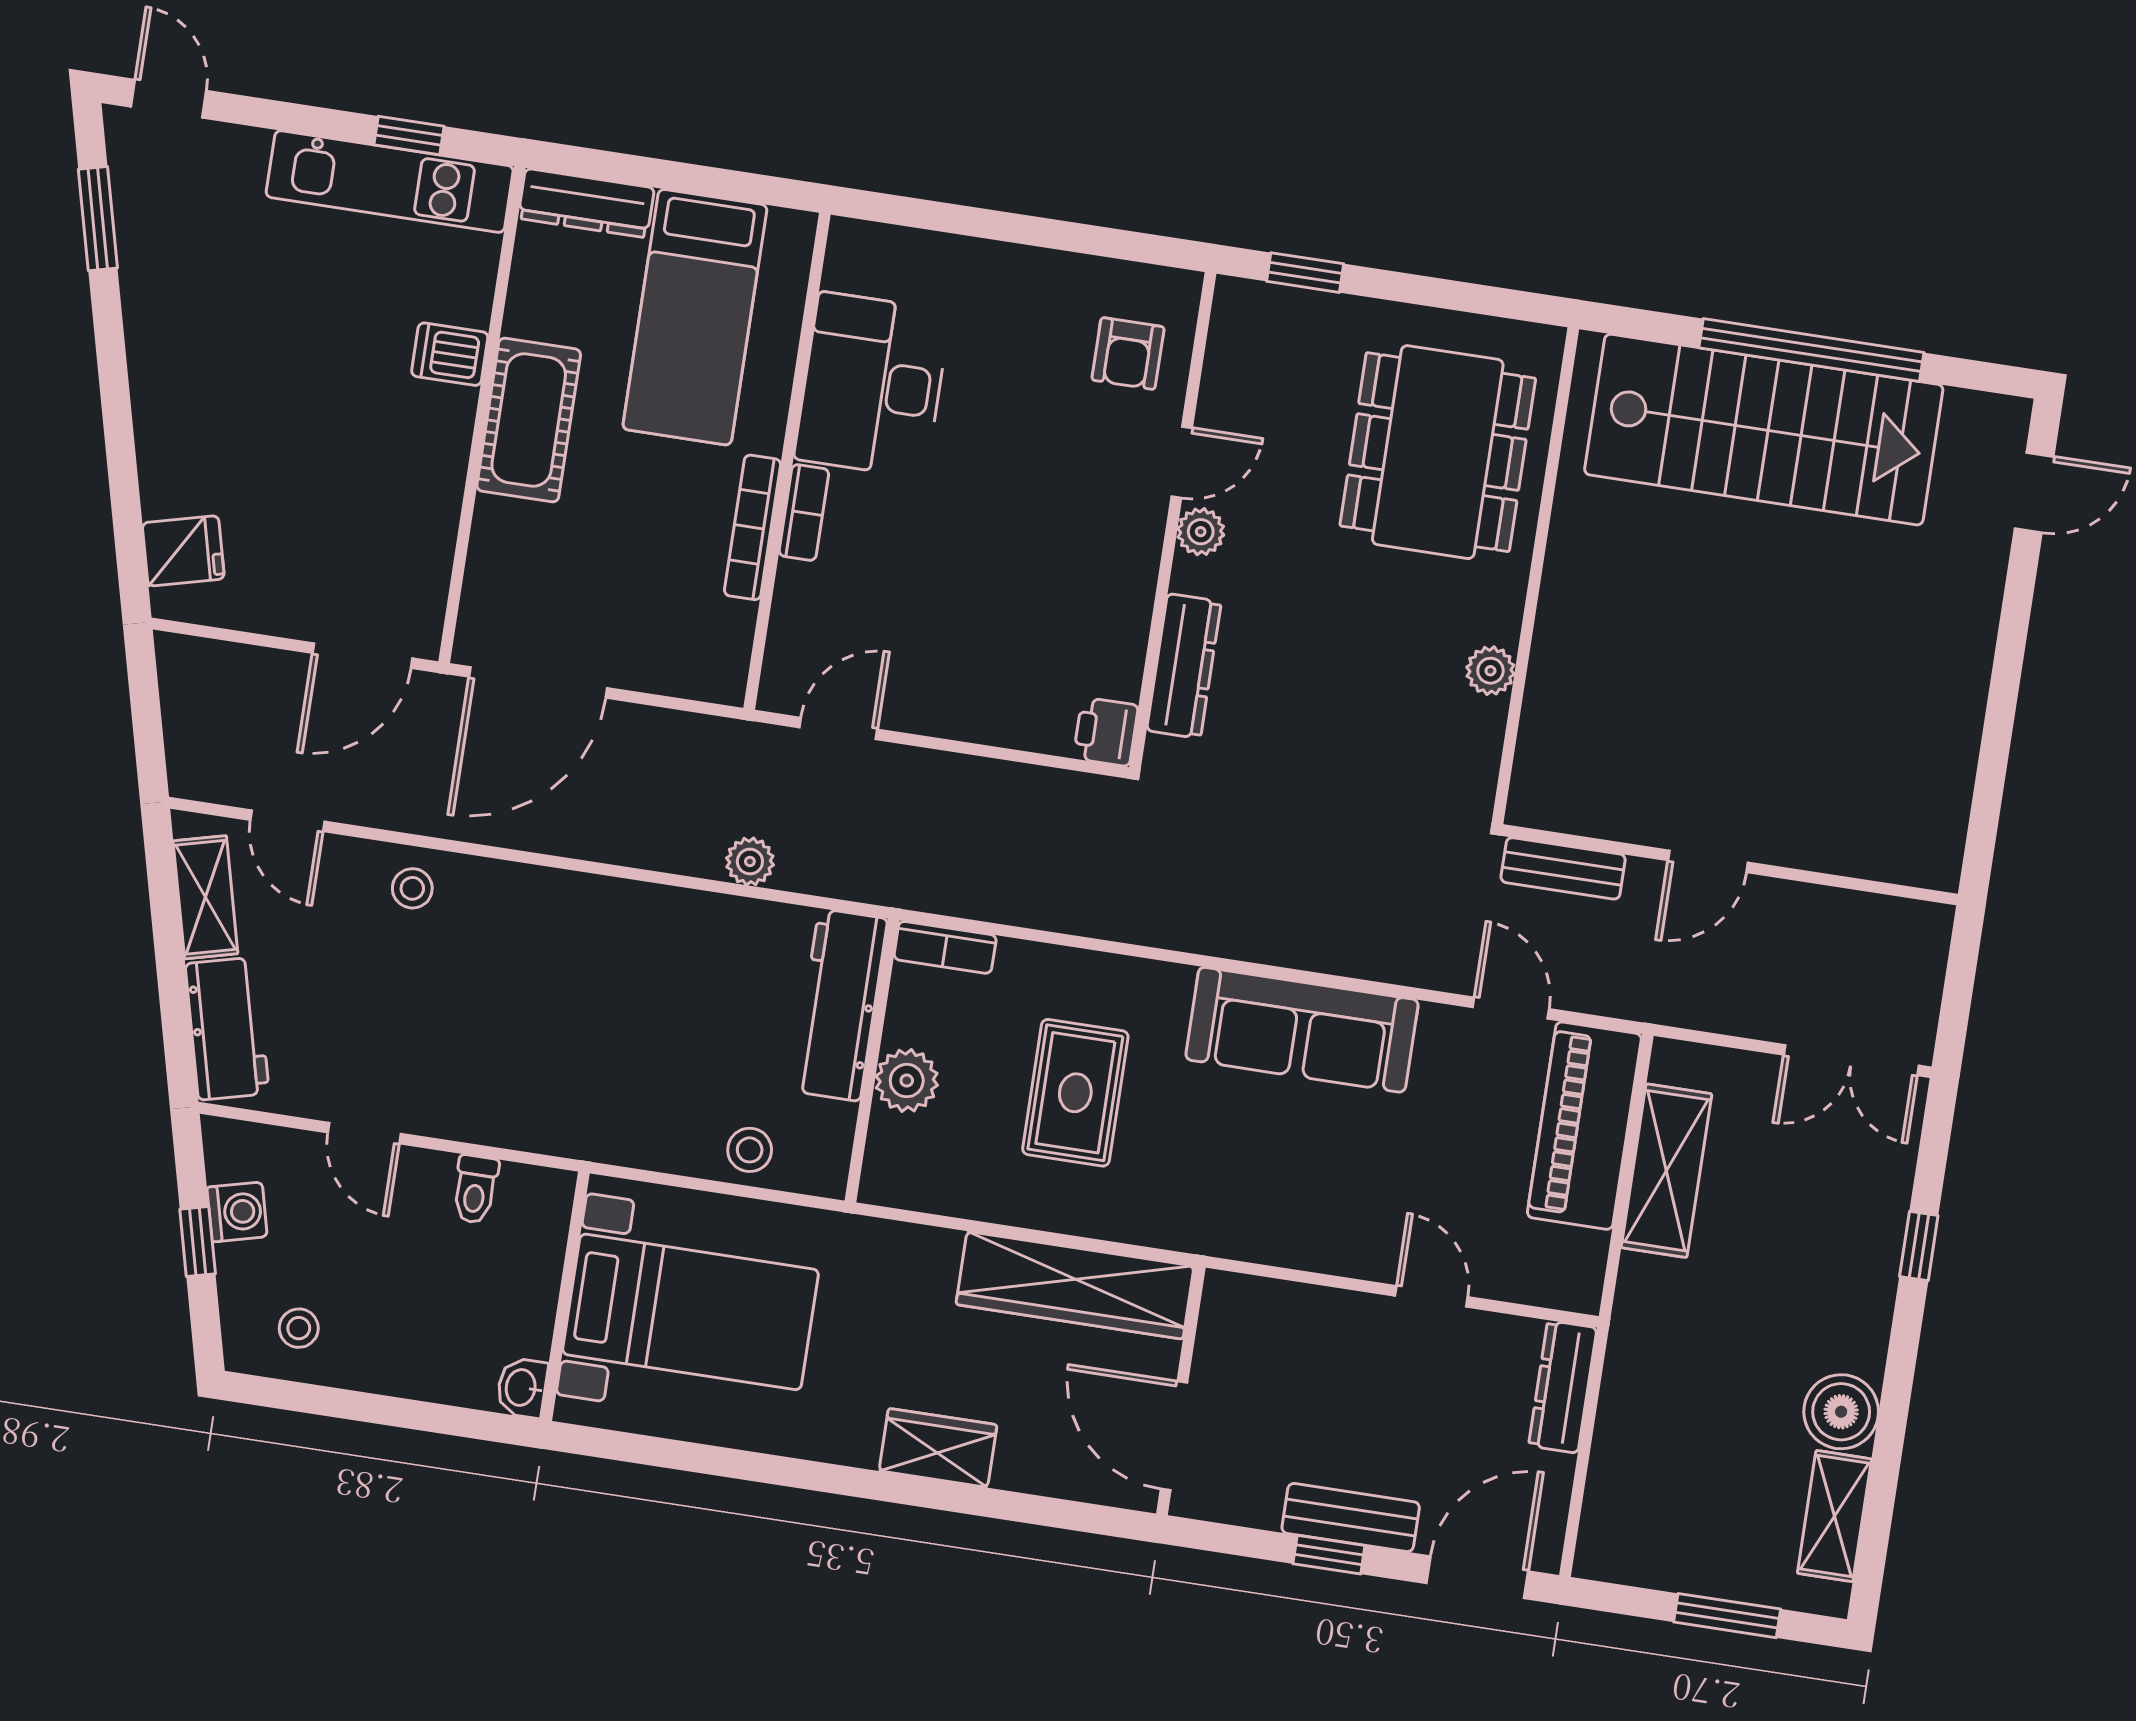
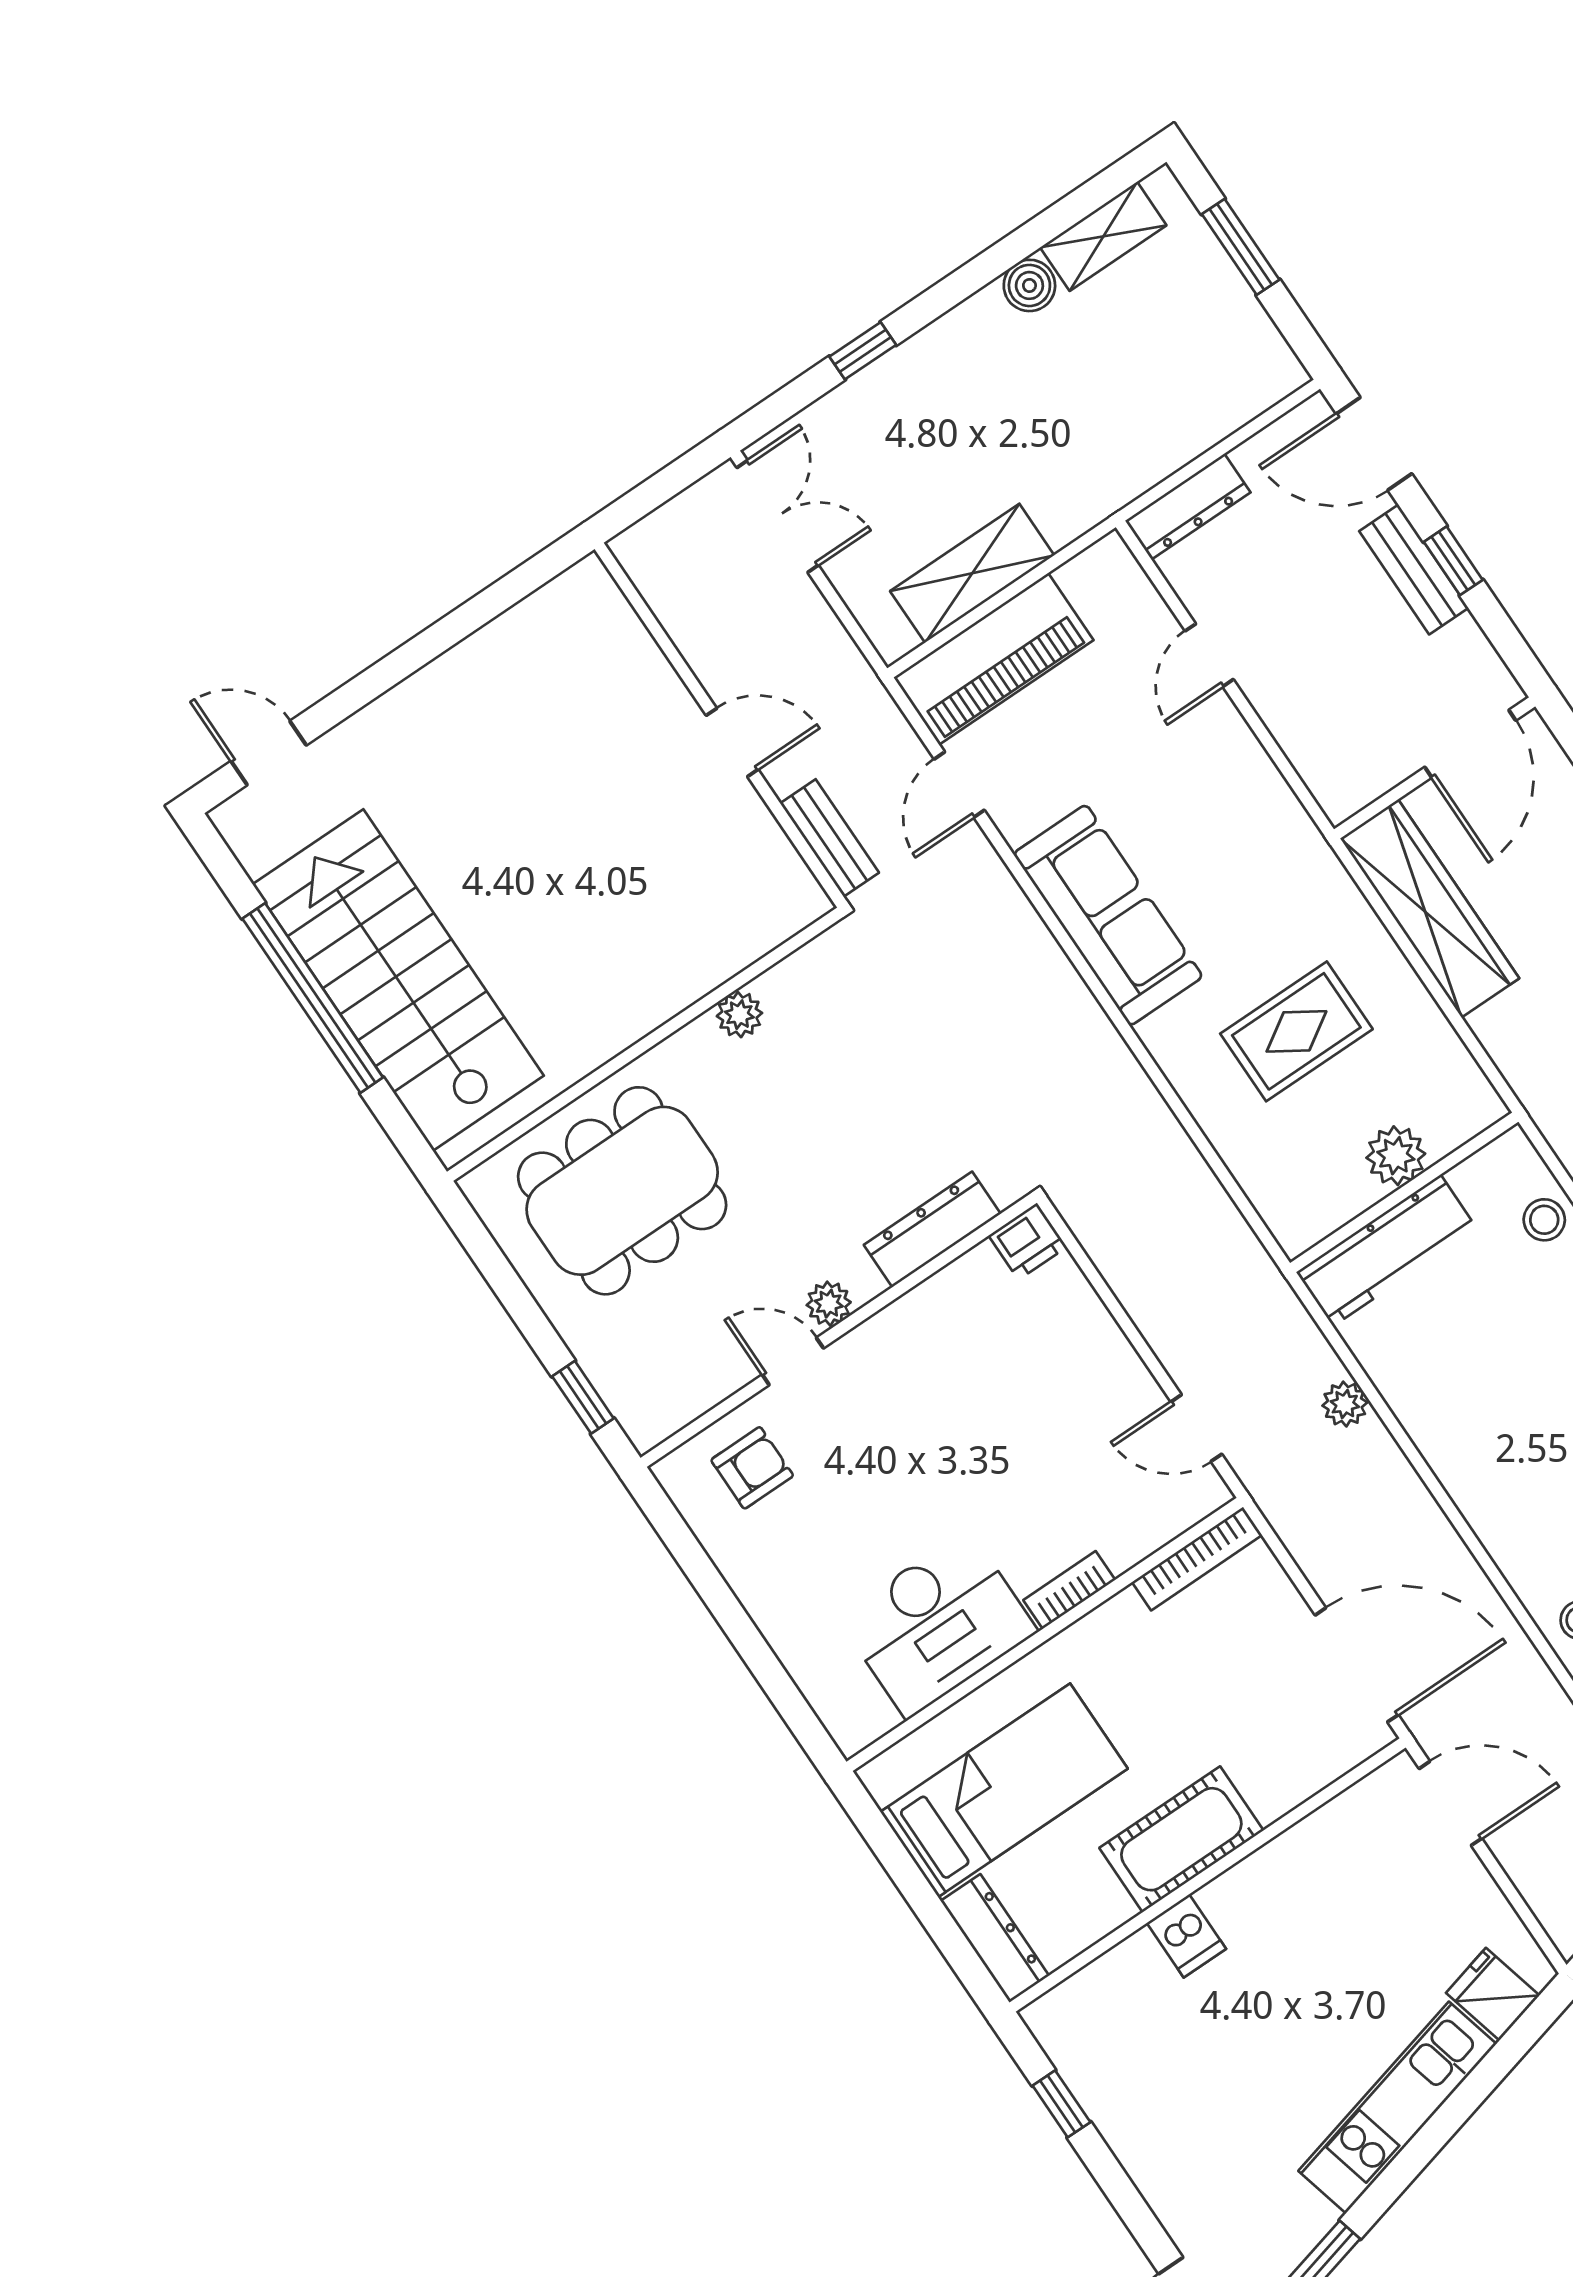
kitchen unit: (390, 182) -> (1397, 2107), moved, turned -104
bookcase: (753, 527) -> (1197, 1559), moved
bookcase: (945, 947) -> (1279, 1214), removed
boiler: (1841, 1412) -> (1029, 285), width x0.73, depth x0.73

